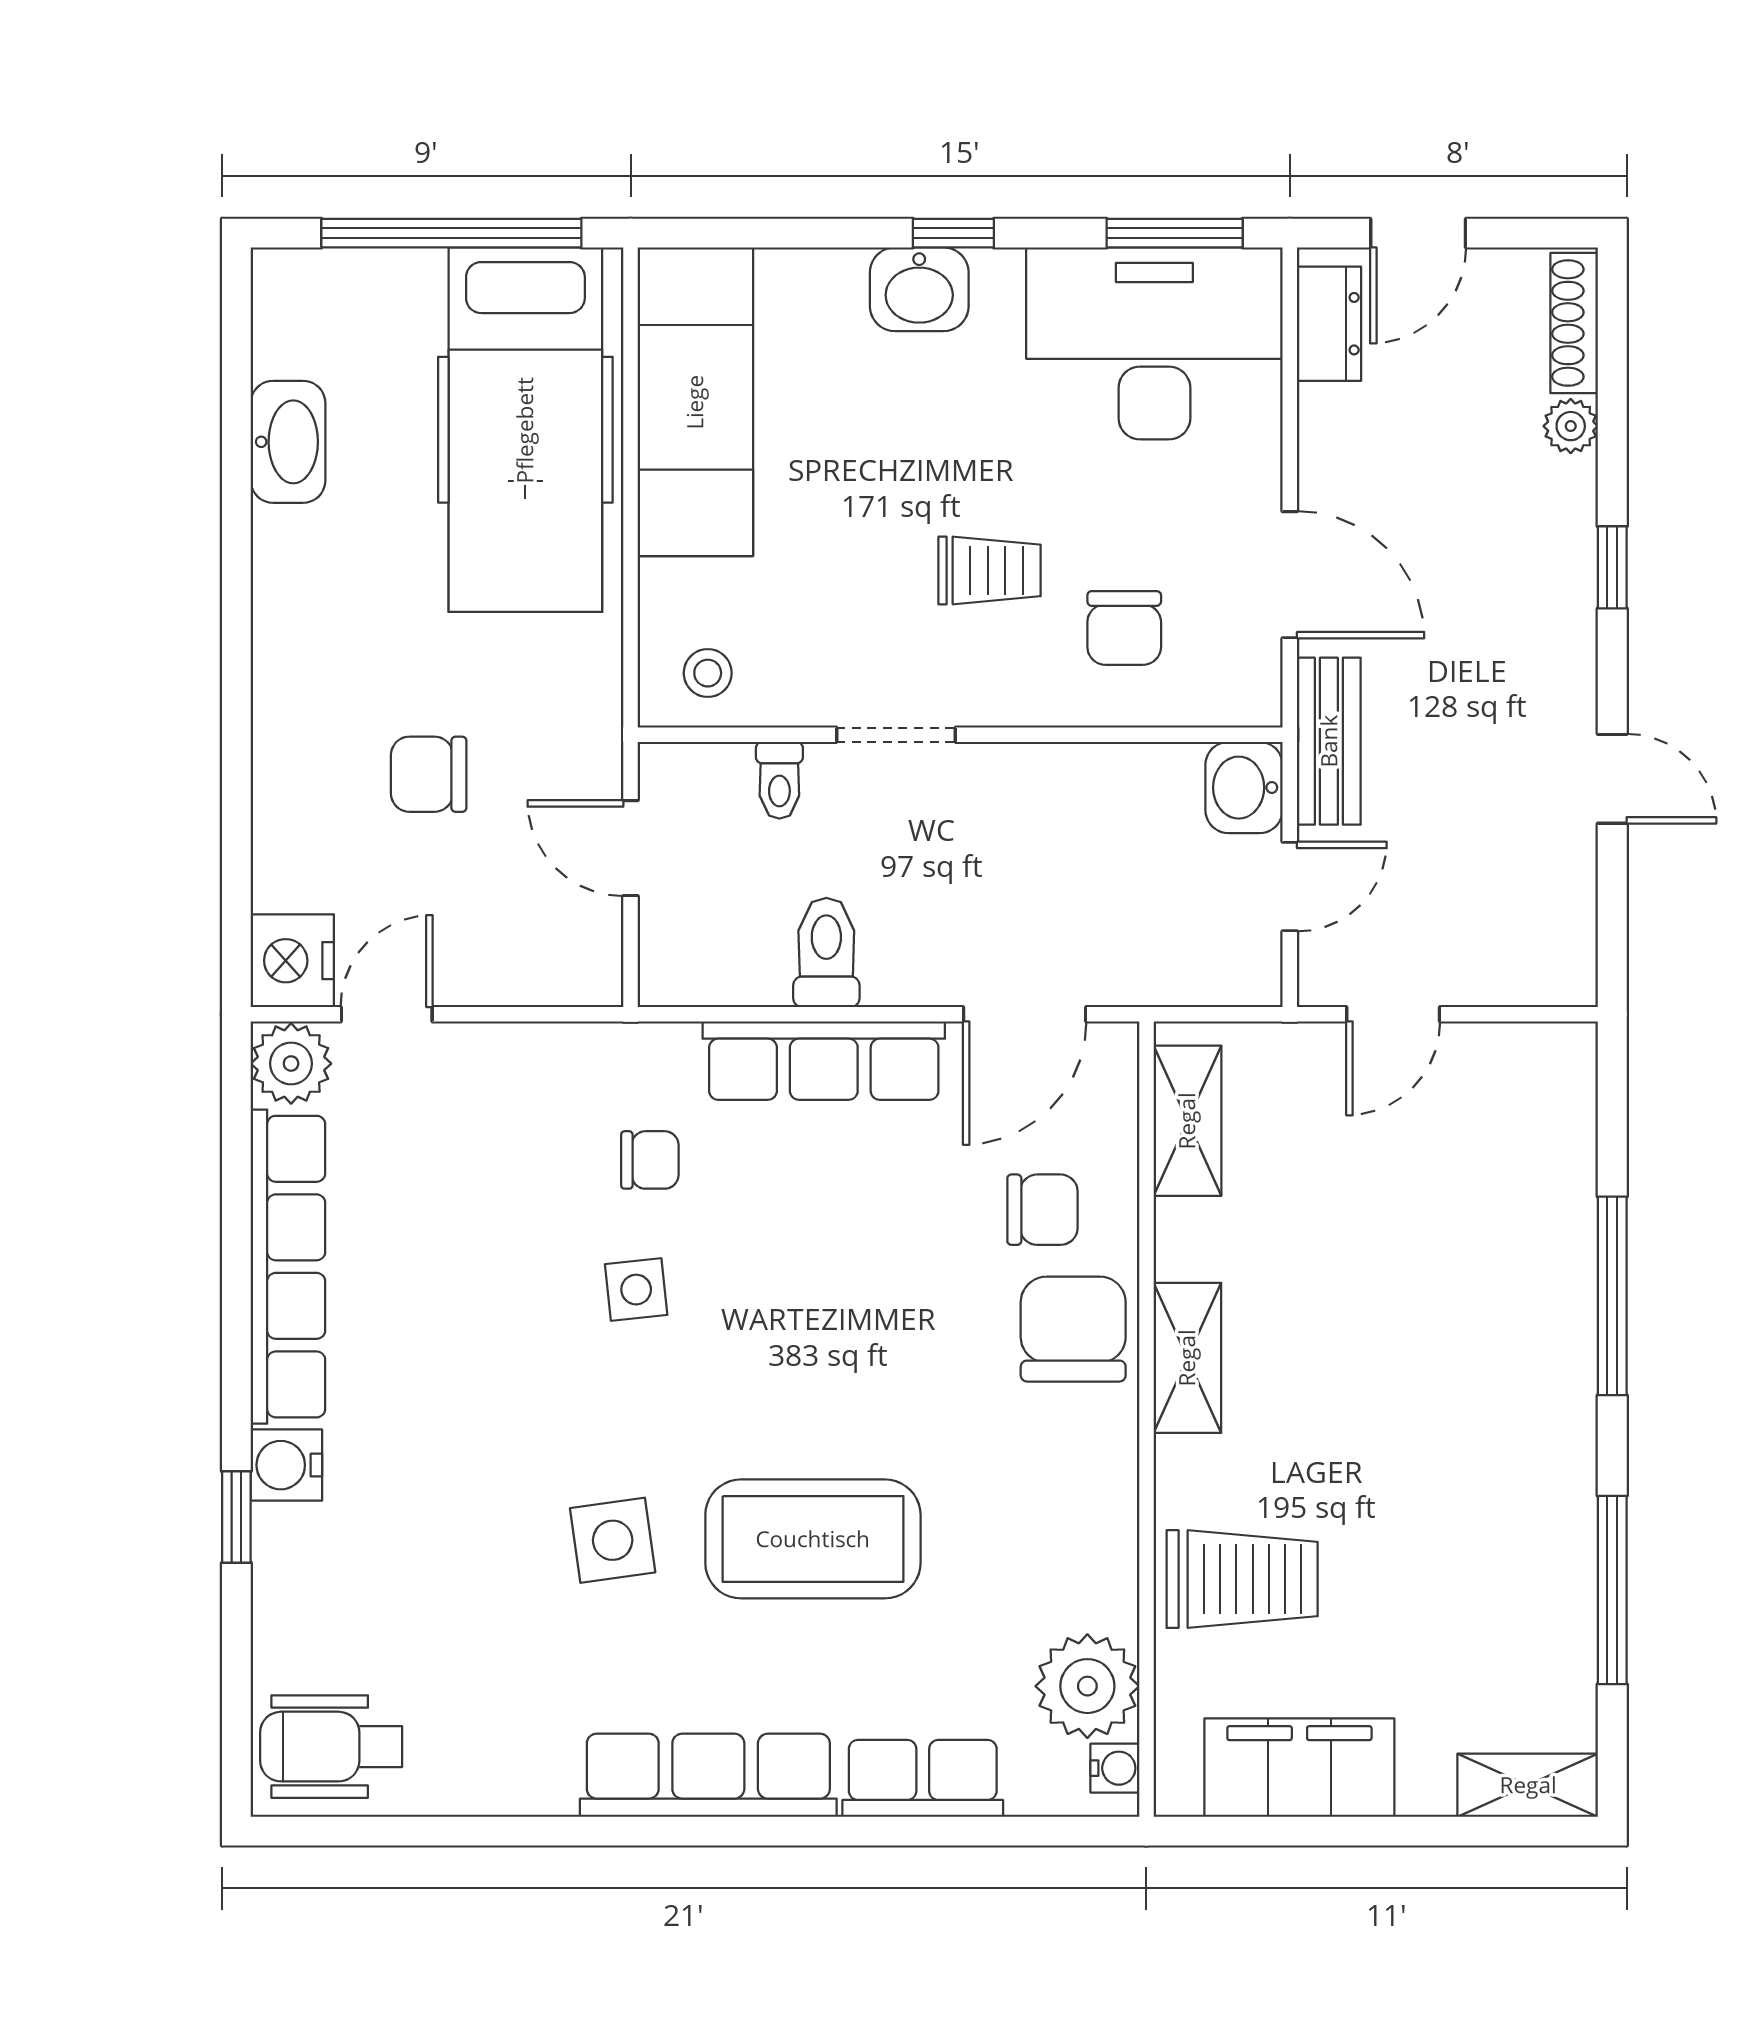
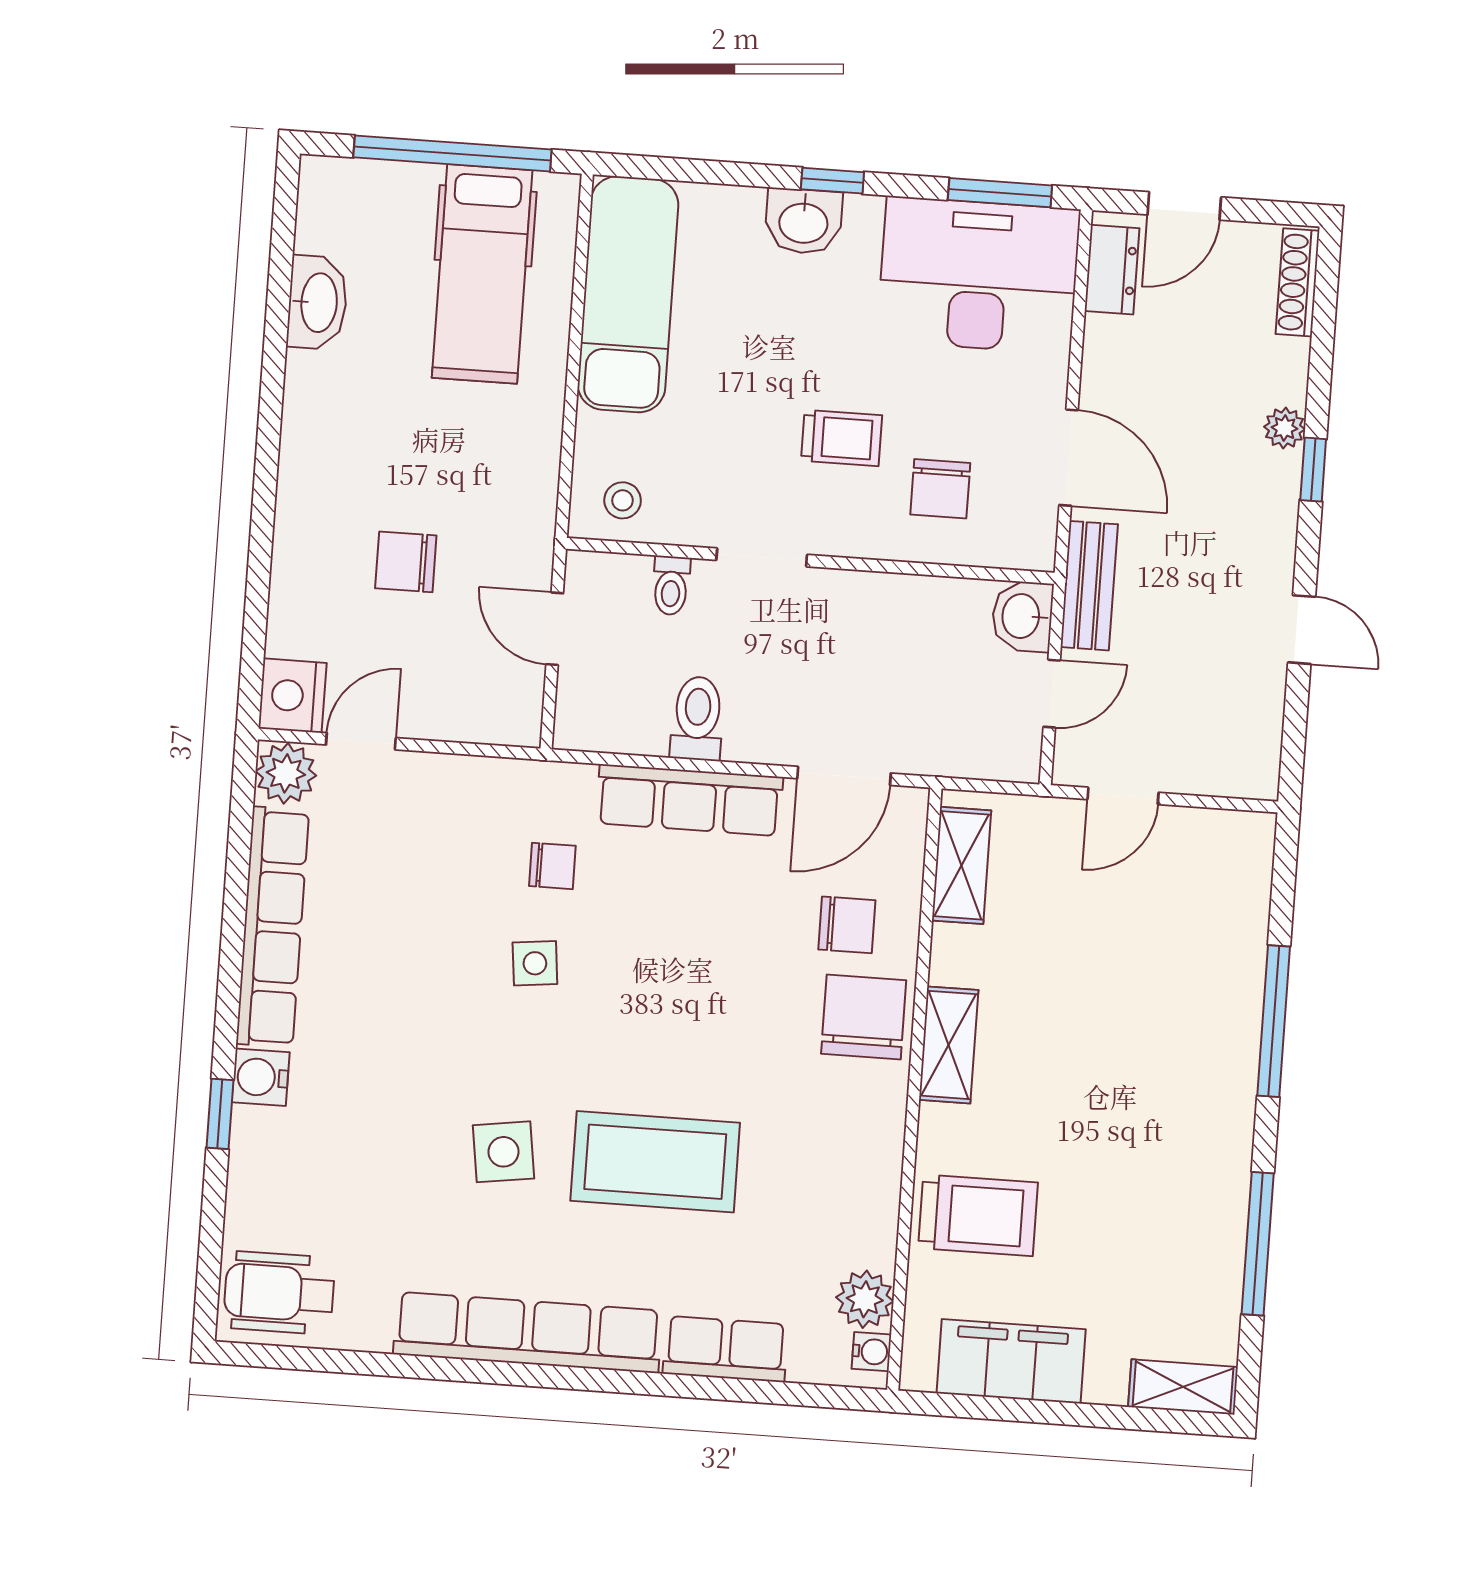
plant: (1571, 426) -> (1284, 428), moved
hospital bed: (525, 430) -> (482, 274), width x0.73, depth x0.78
plant: (1087, 1686) -> (865, 1299), width x0.73, depth x0.73
row of seats: (708, 1775) -> (528, 1332), width x1.36

